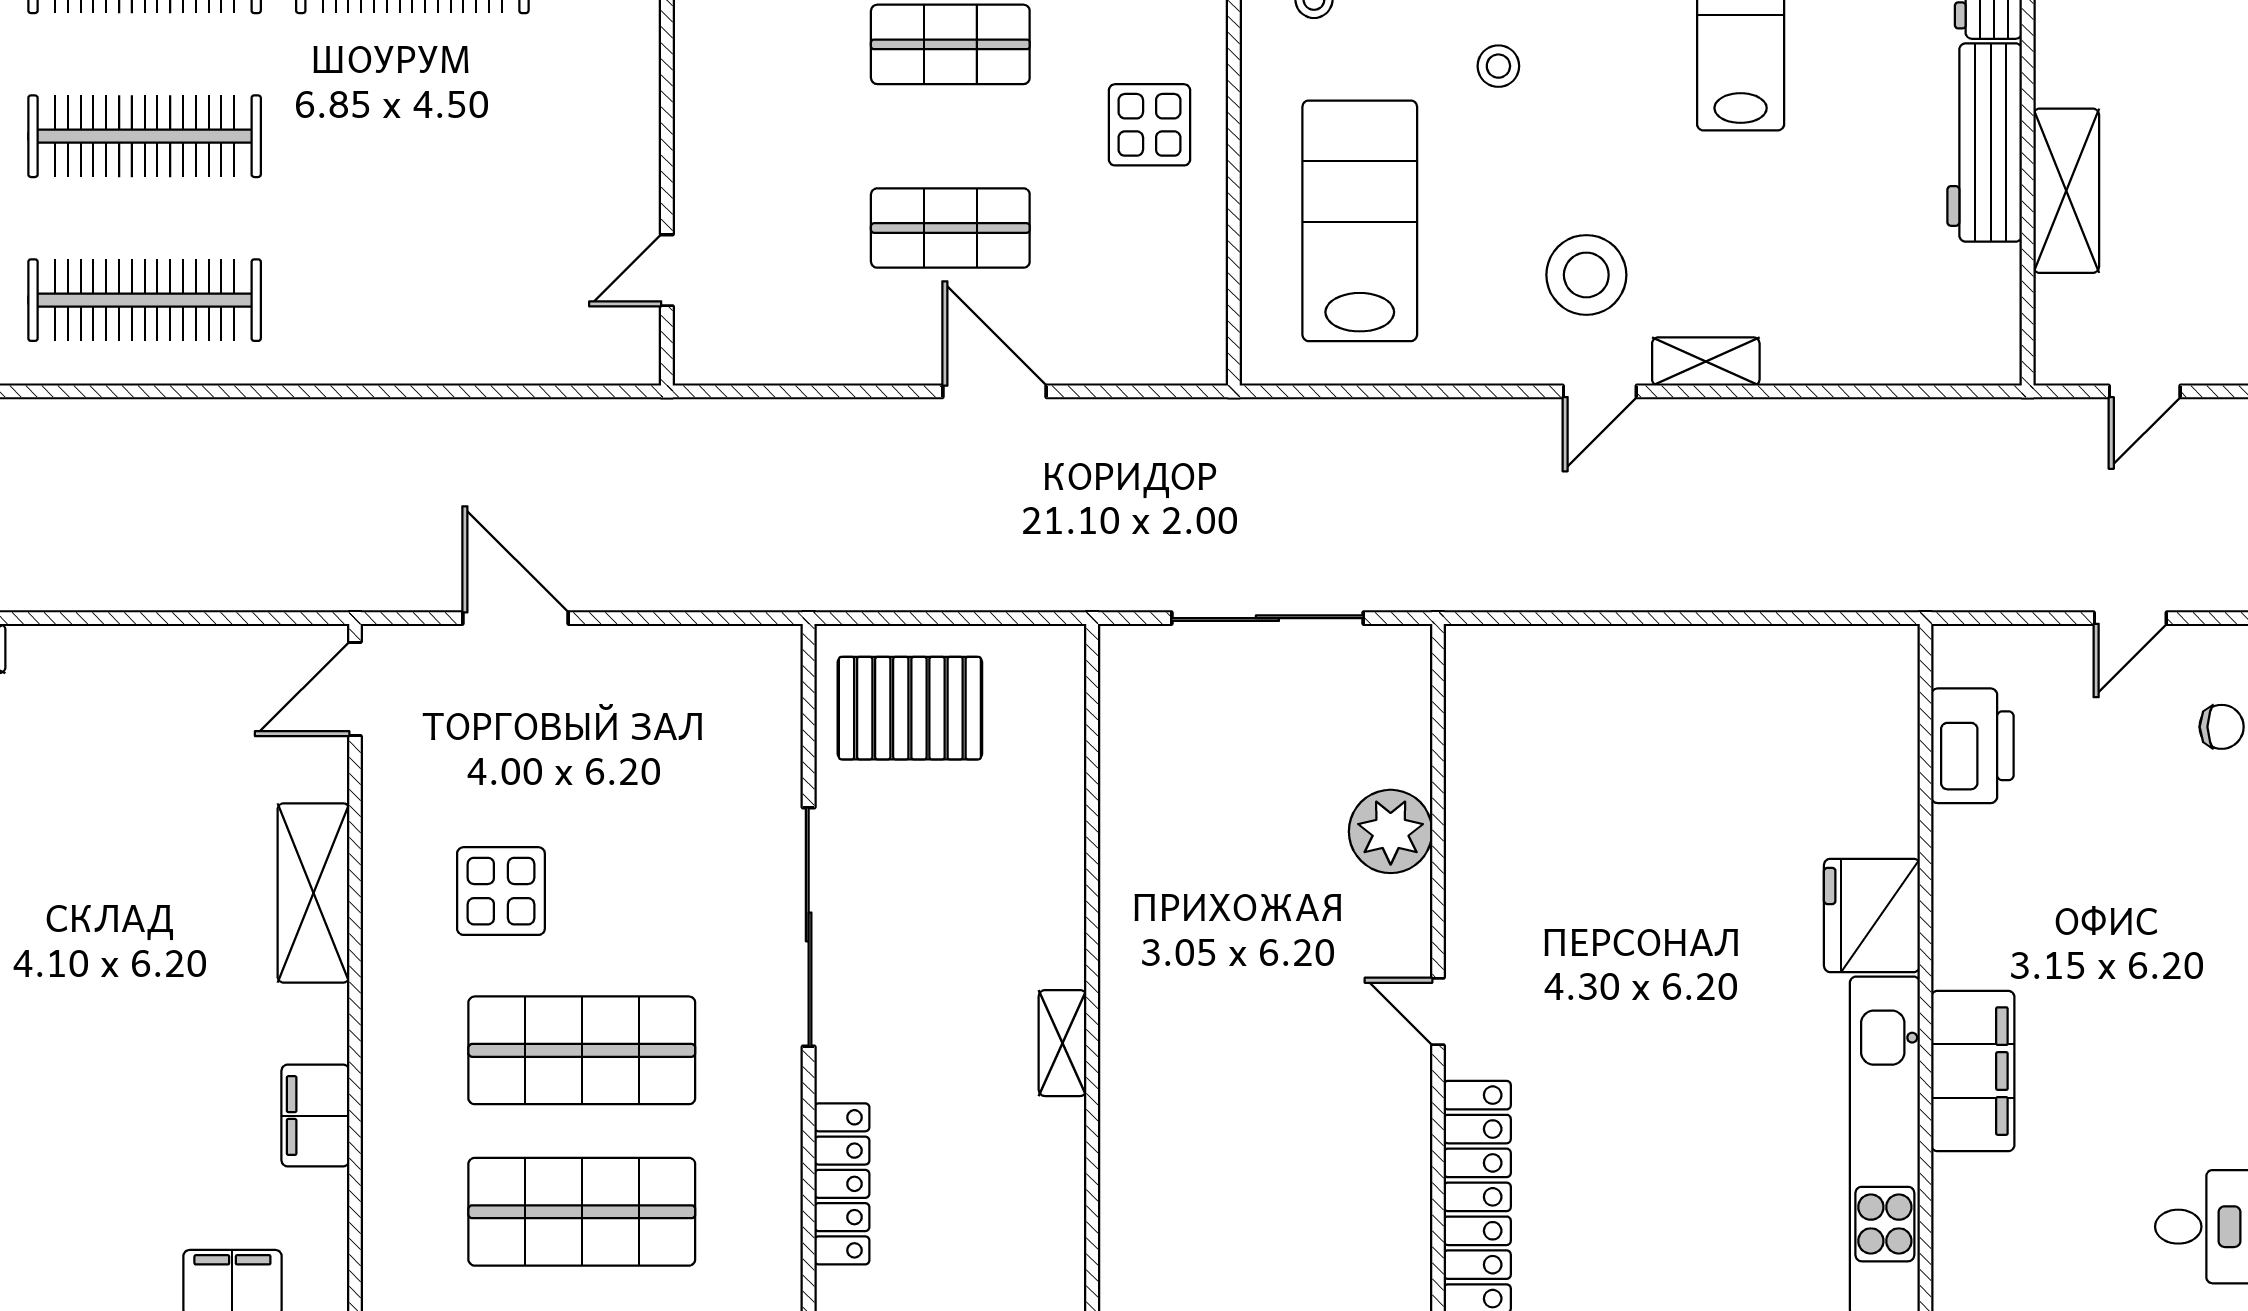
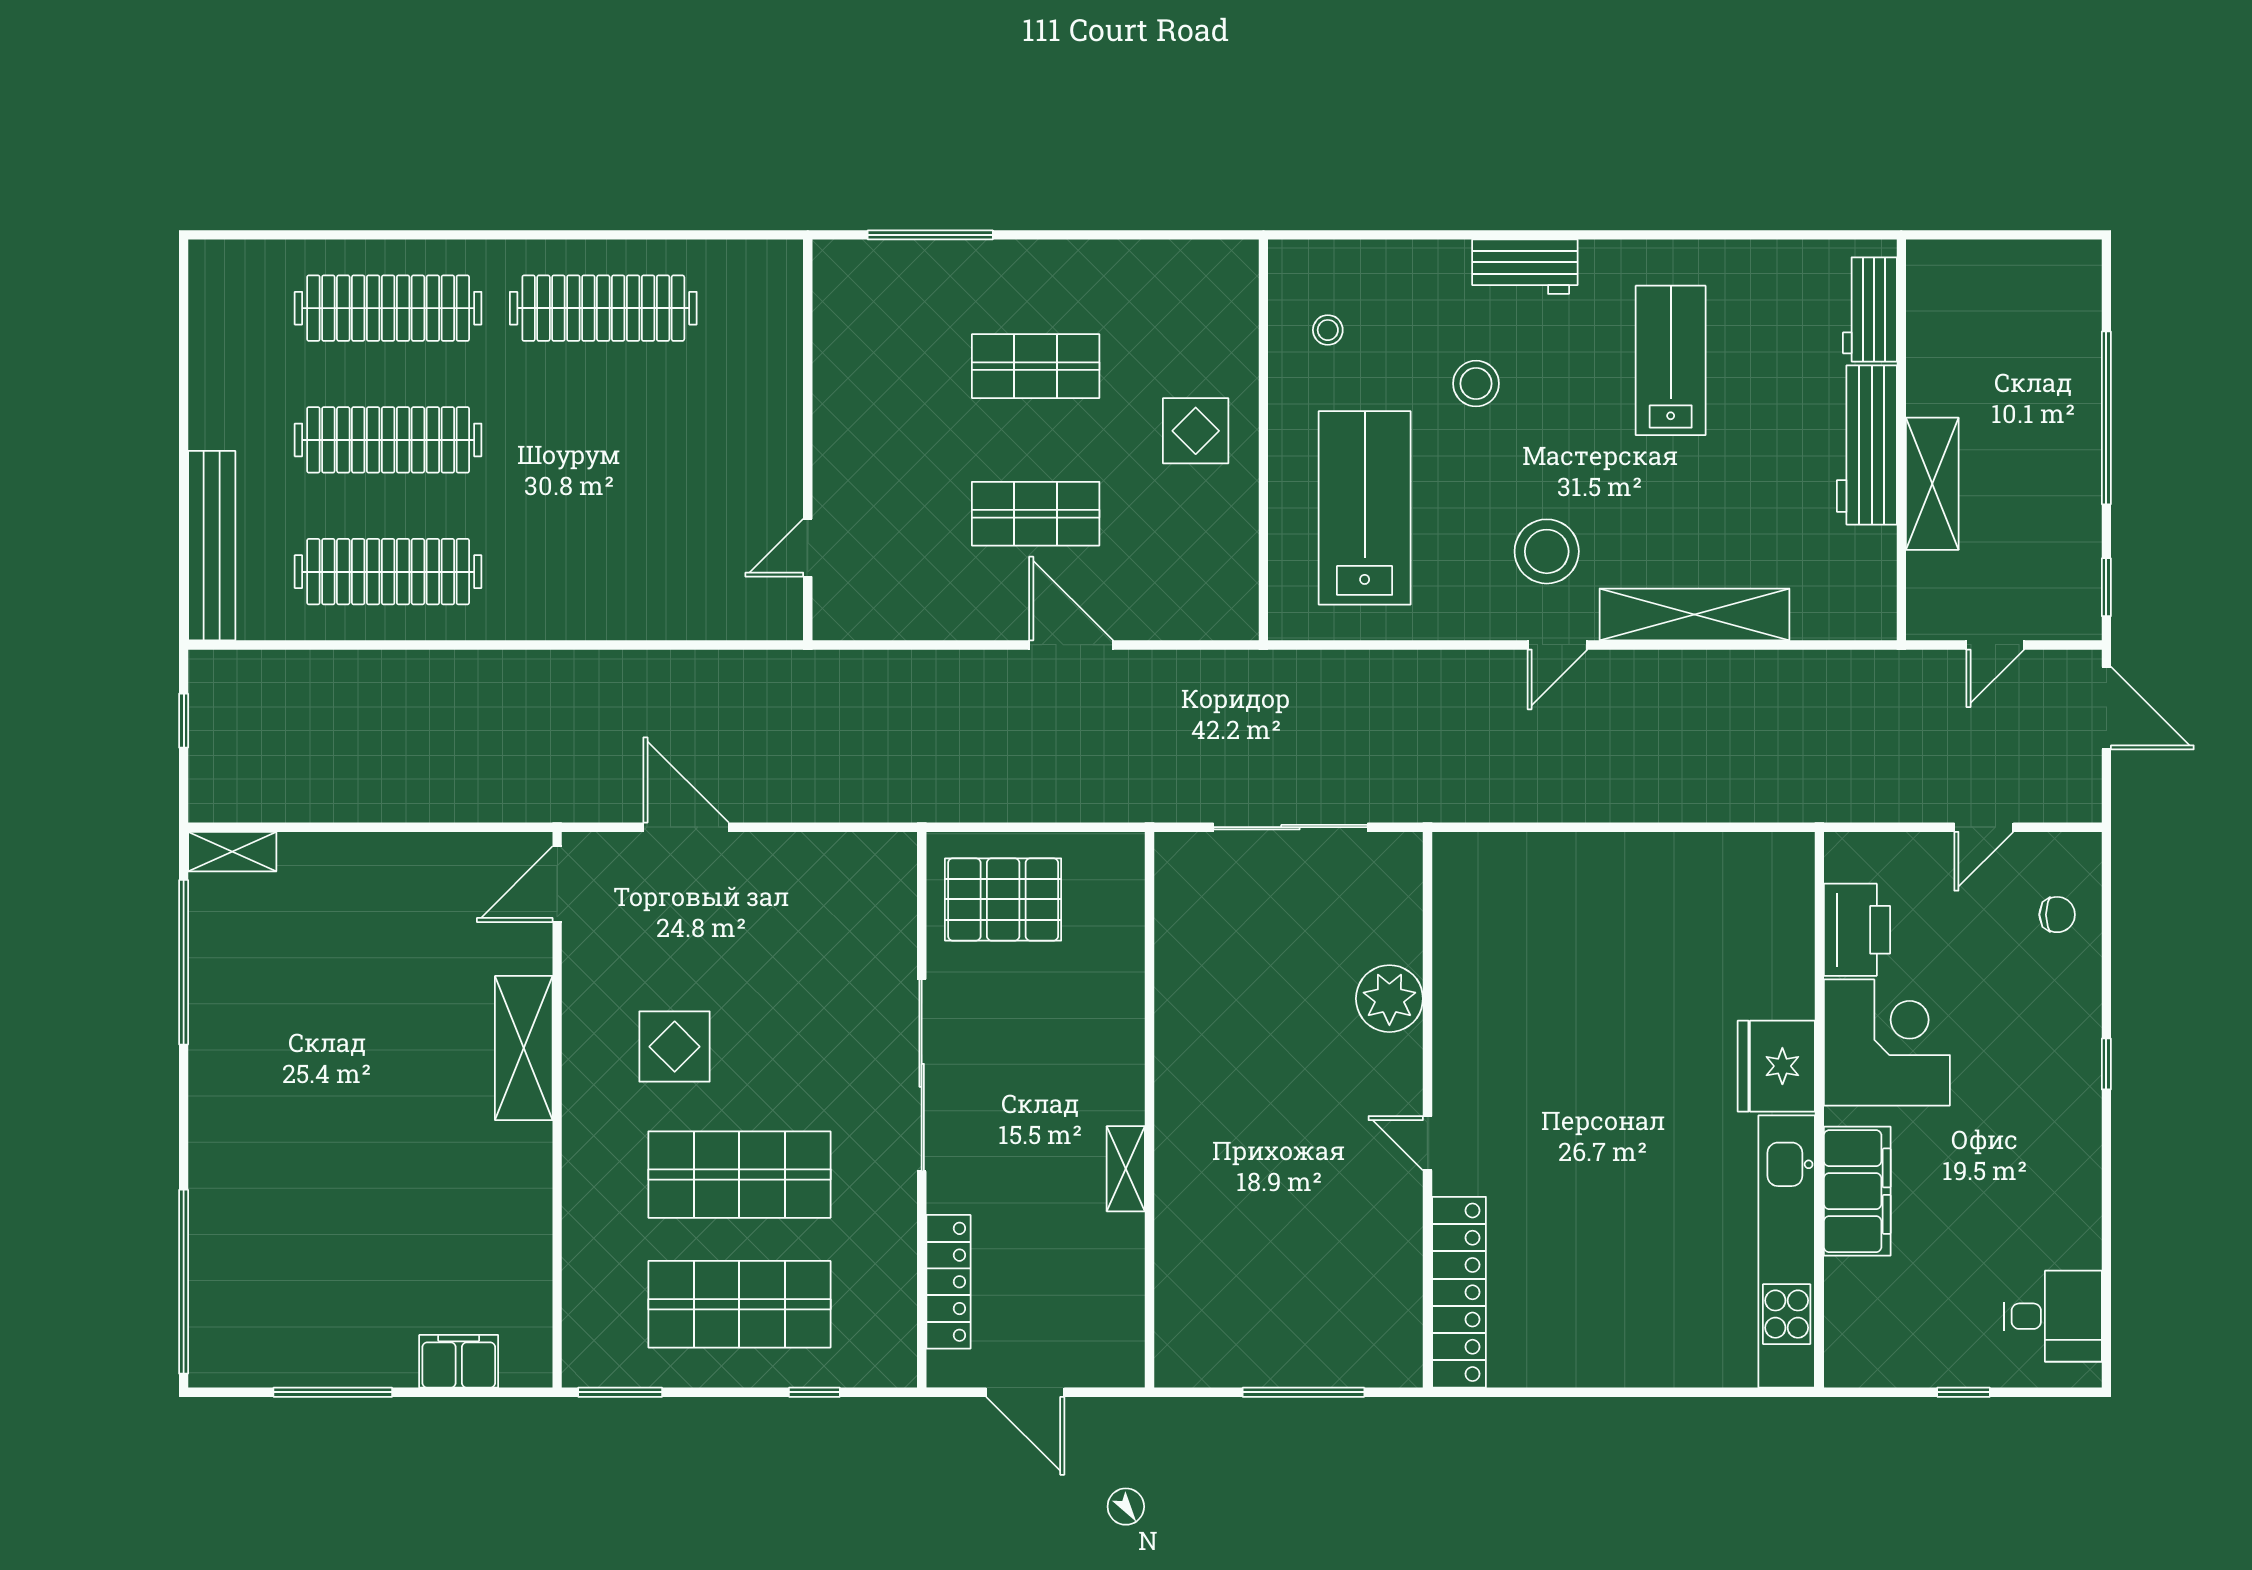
stool: (1498, 66) -> (1476, 384), width x1.37, depth x1.37
shelving: (1706, 362) -> (1694, 615), width x2.20, depth x1.33
corner desk: (2010, 886) -> (1887, 1042), added
filing cabinet: (315, 1116) -> (525, 1227), removed

